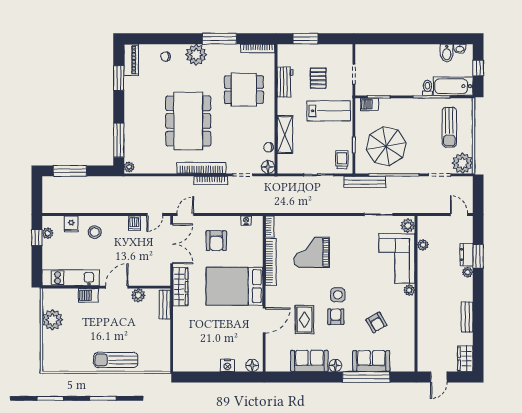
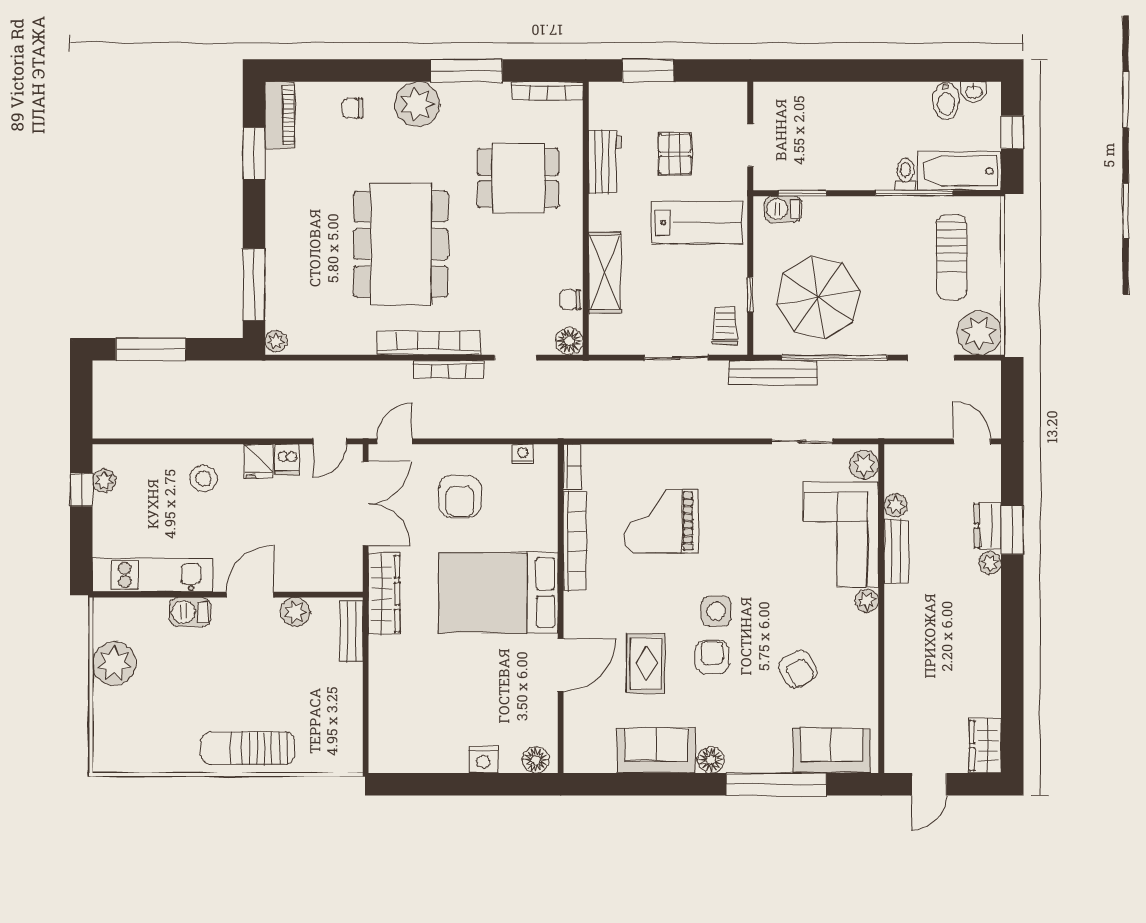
fridge: (71, 224) -> (258, 461), moved
bench: (467, 317) -> (896, 551), moved
sofa: (371, 361) -> (832, 751), moved

